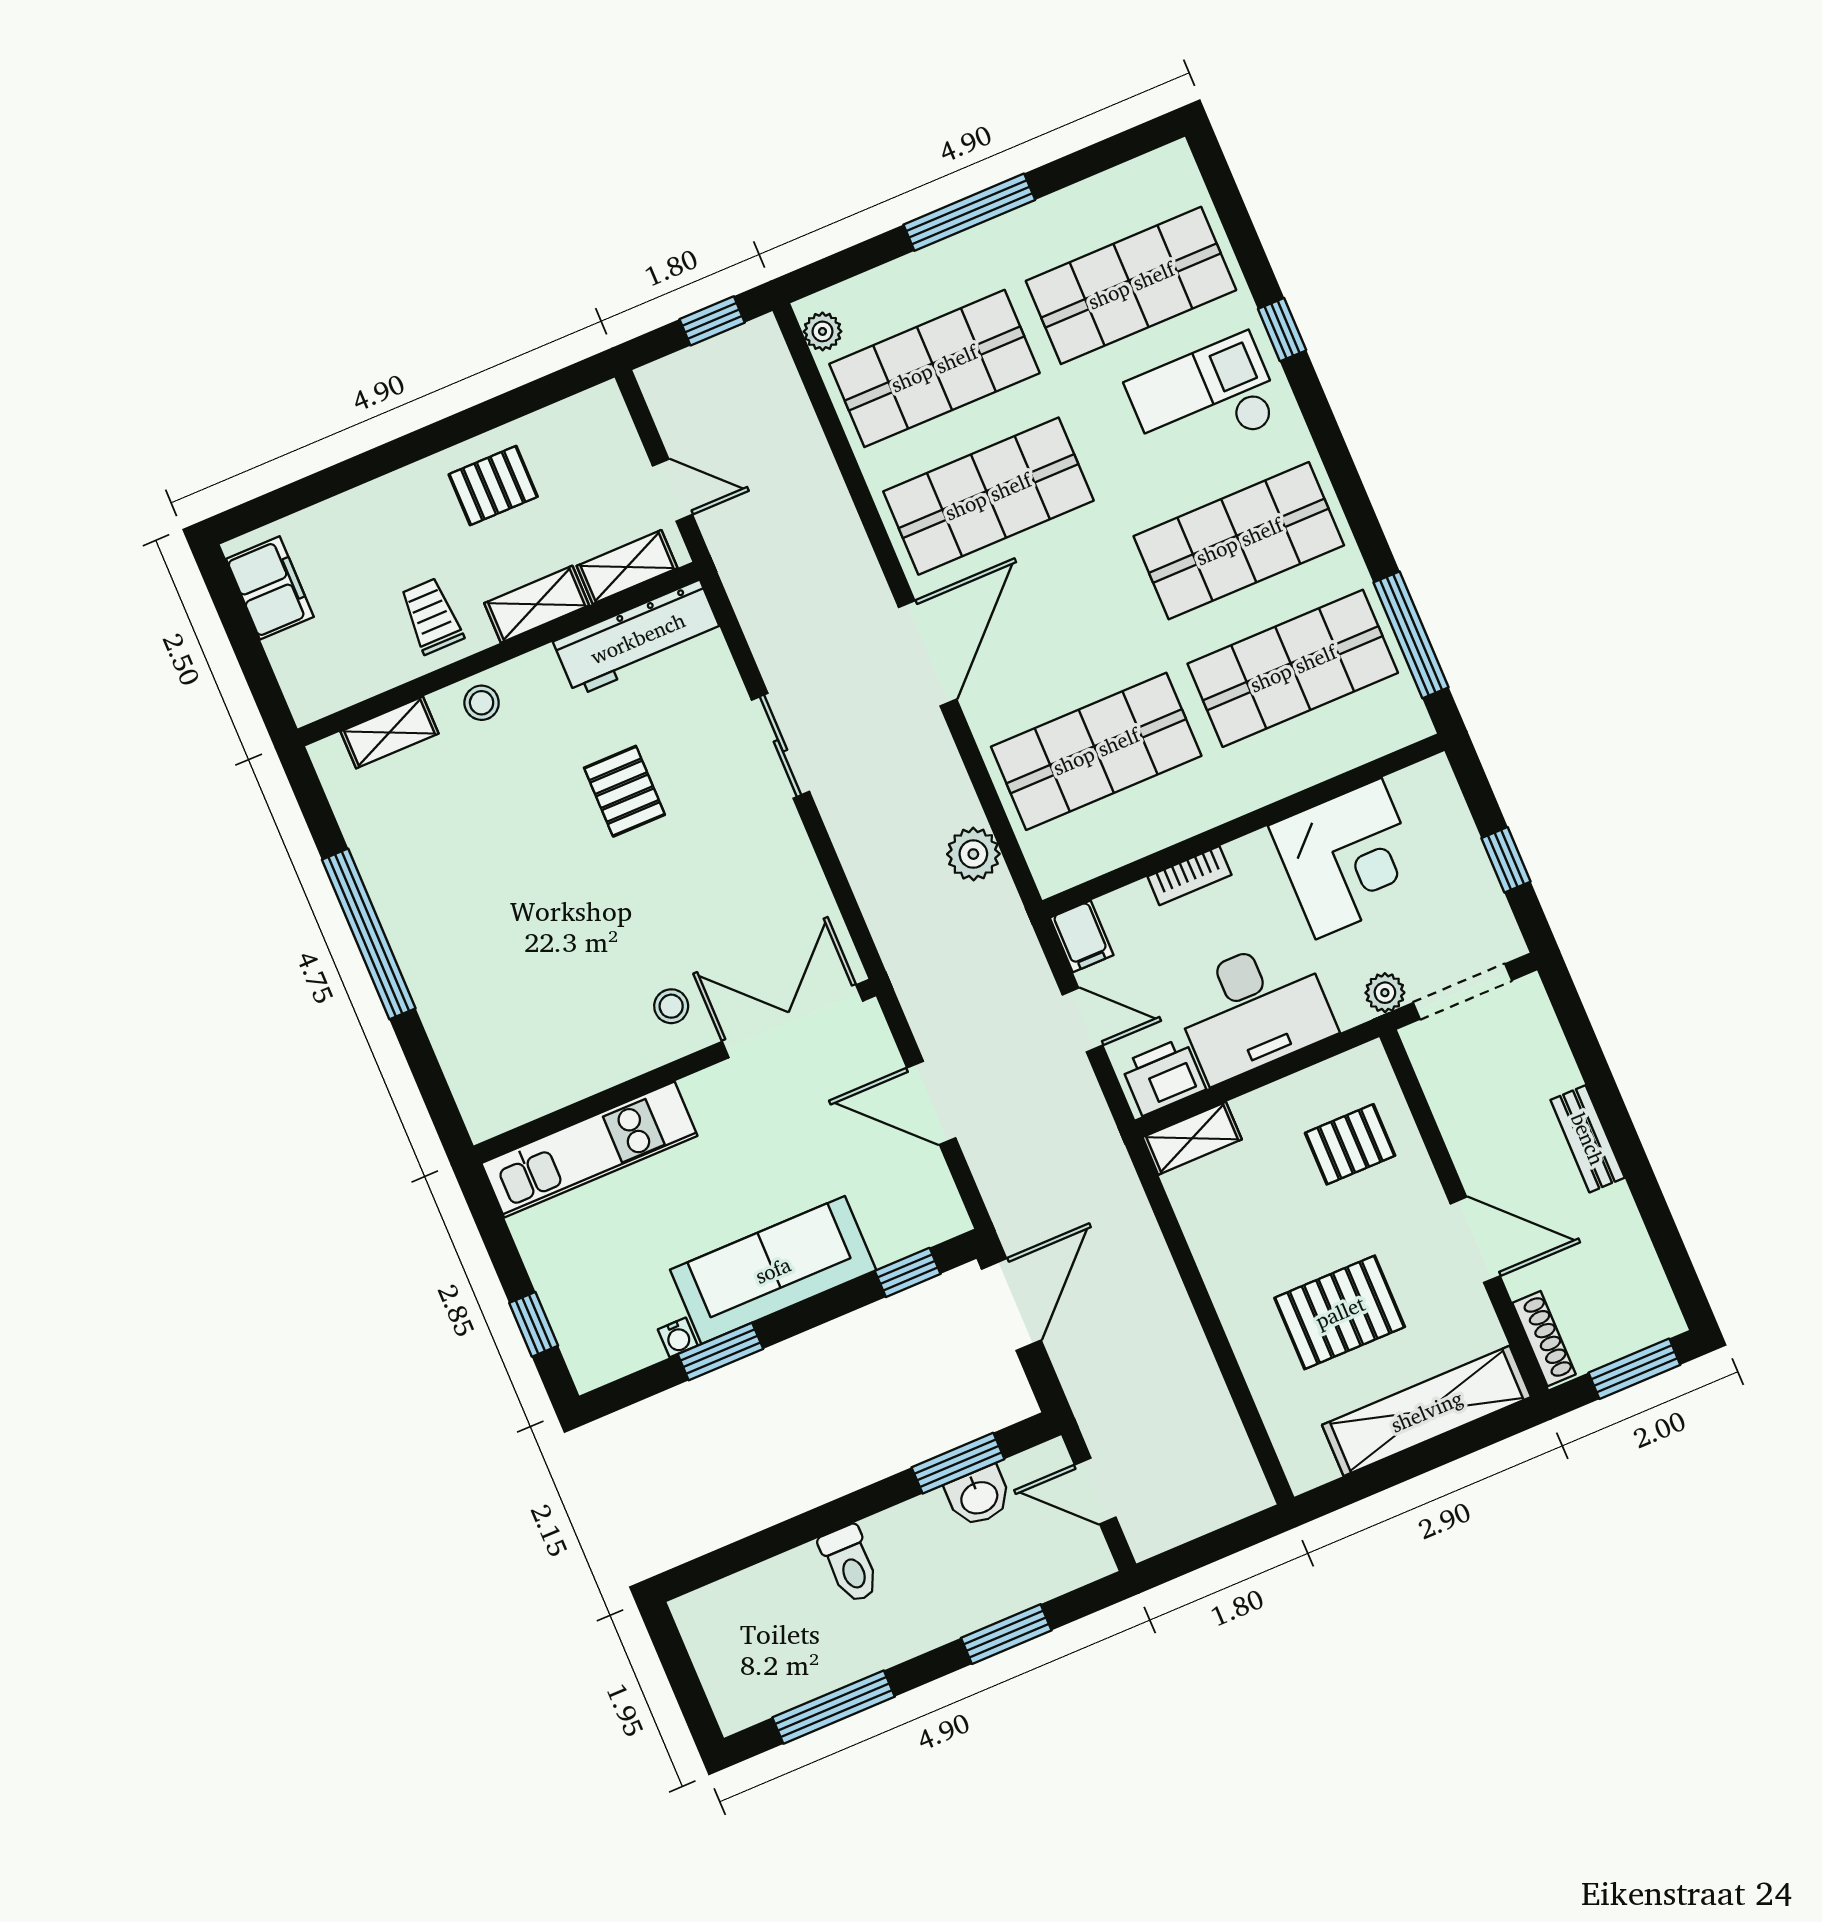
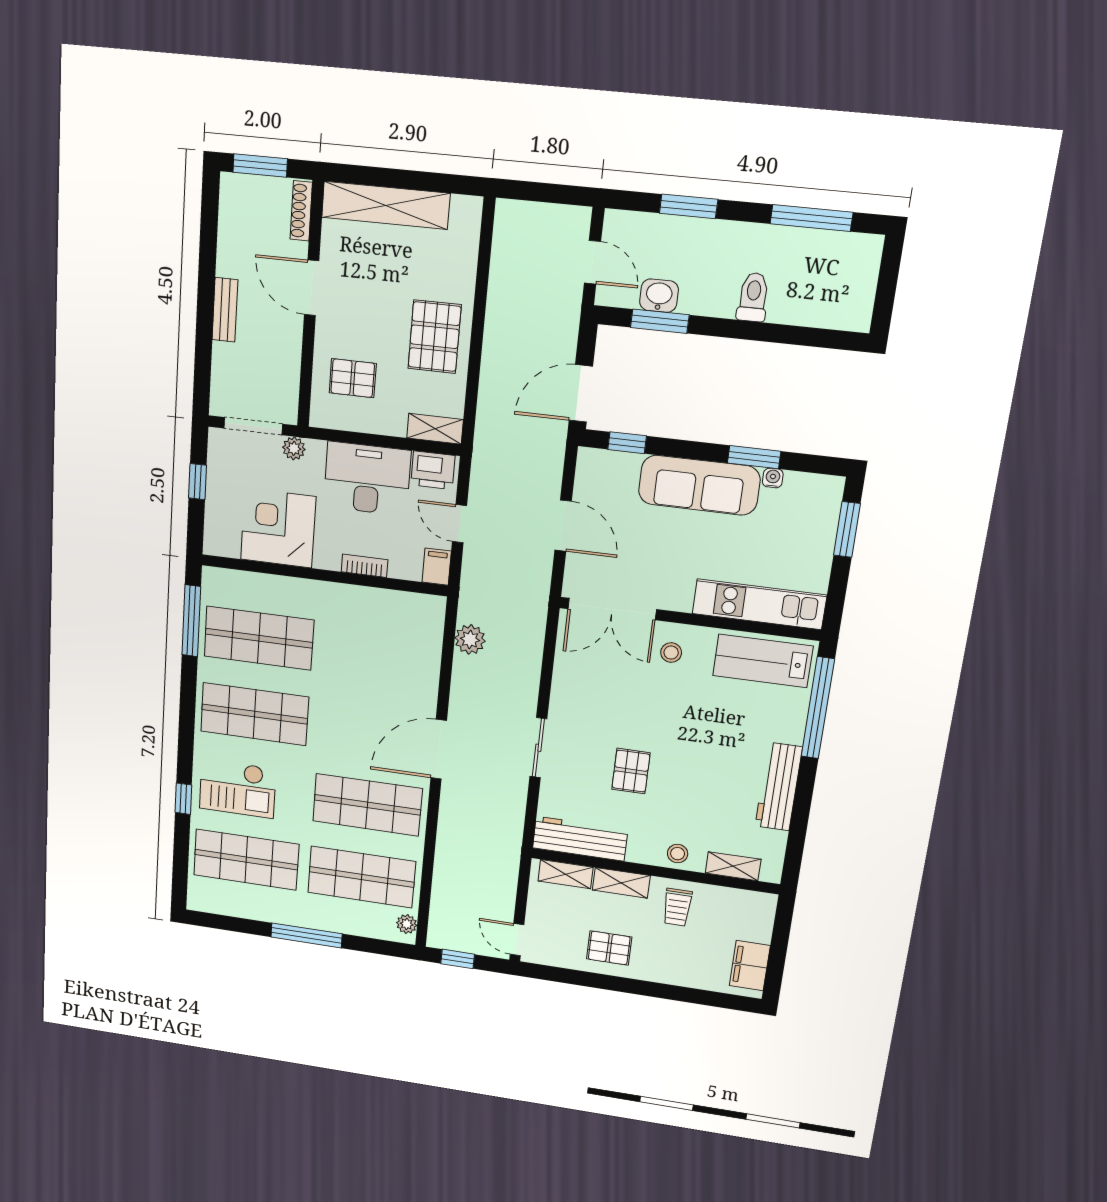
door: (673, 490) -> (517, 940), moved
shop shelf: (1096, 751) -> (379, 654), removed
workbench: (399, 896) -> (779, 787), added
window: (369, 934) -> (818, 708), moved
lab bench: (535, 1070) -> (763, 661), added
pallet: (1340, 1312) -> (435, 337), moved, turned 90
window: (534, 1324) -> (847, 529), width x1.50

